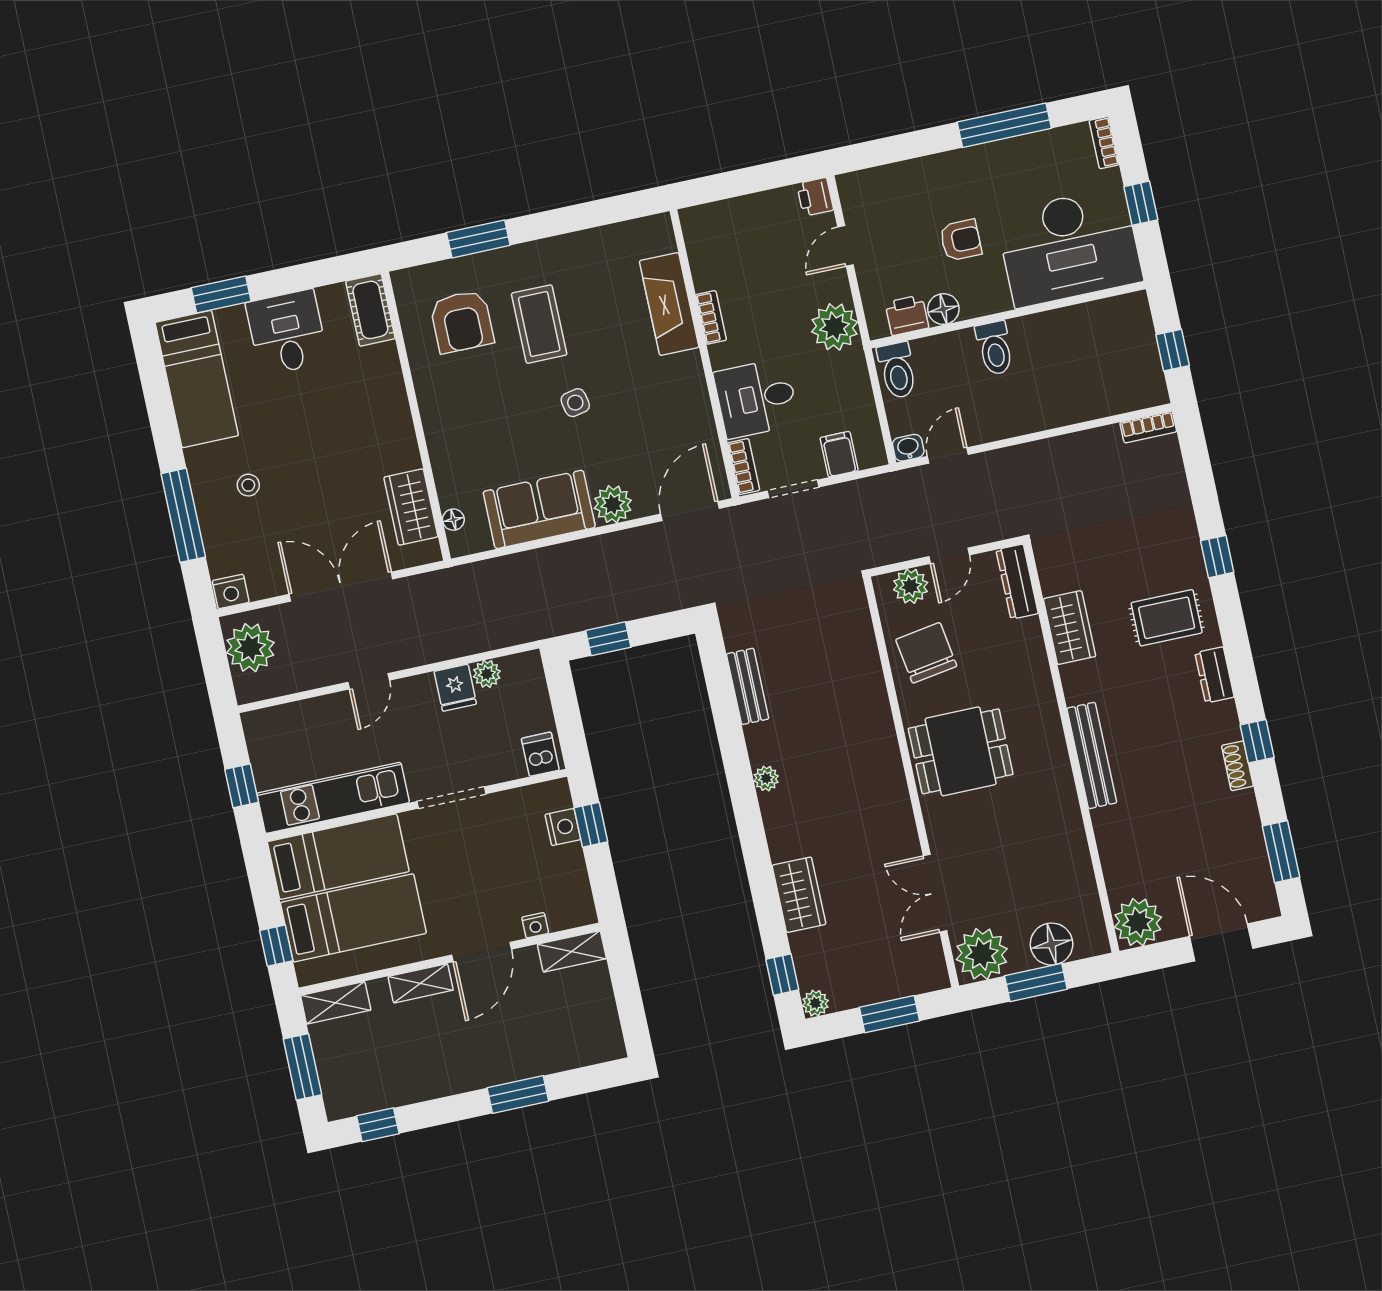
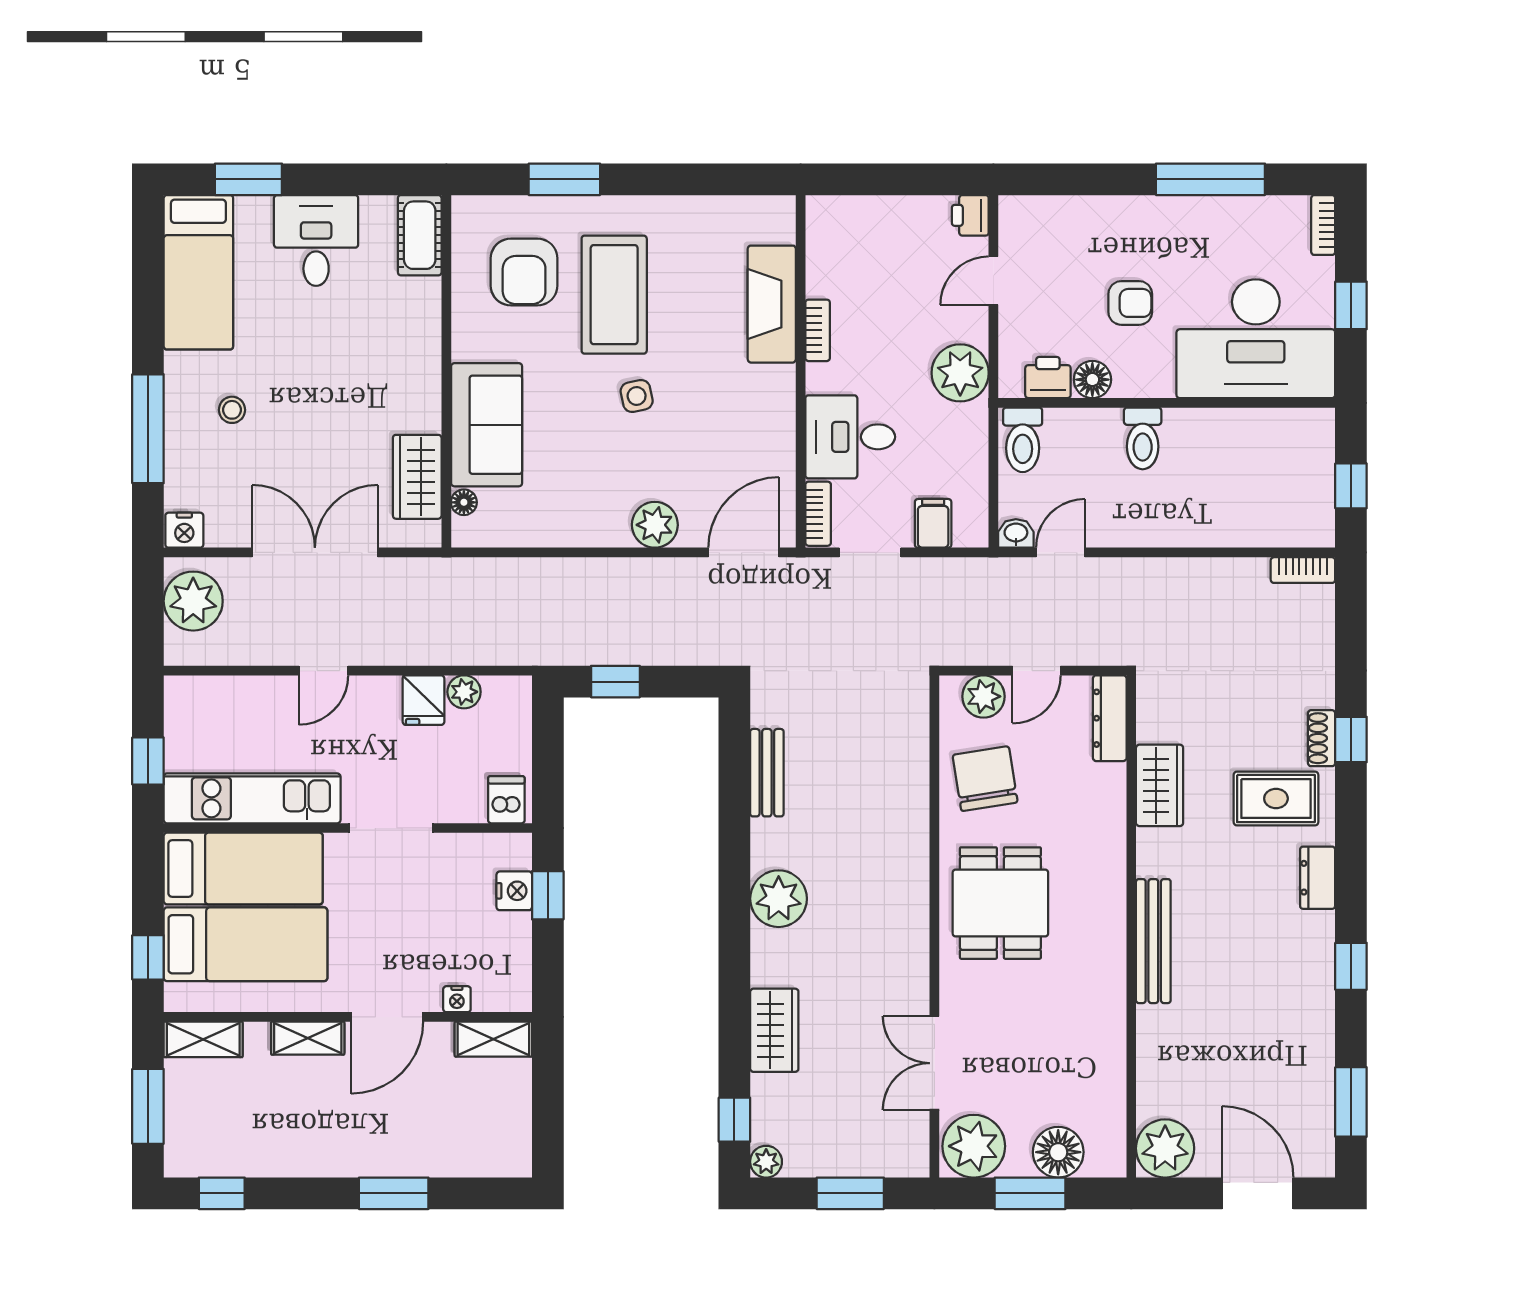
coffee table: (539, 324) -> (614, 295), width x1.36, depth x1.32
sofa: (539, 509) -> (487, 425), moved, turned 90
dining table: (961, 751) -> (1000, 903), turned 90
shoe rack: (1237, 766) -> (1322, 738), moved
plant: (766, 778) -> (779, 899), width x1.87, depth x1.87

